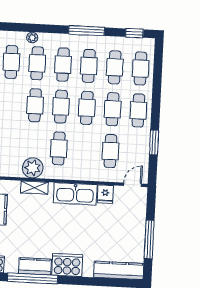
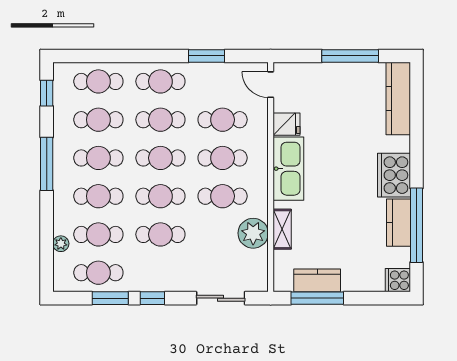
cafe table: (85, 150) -> (223, 158), added

